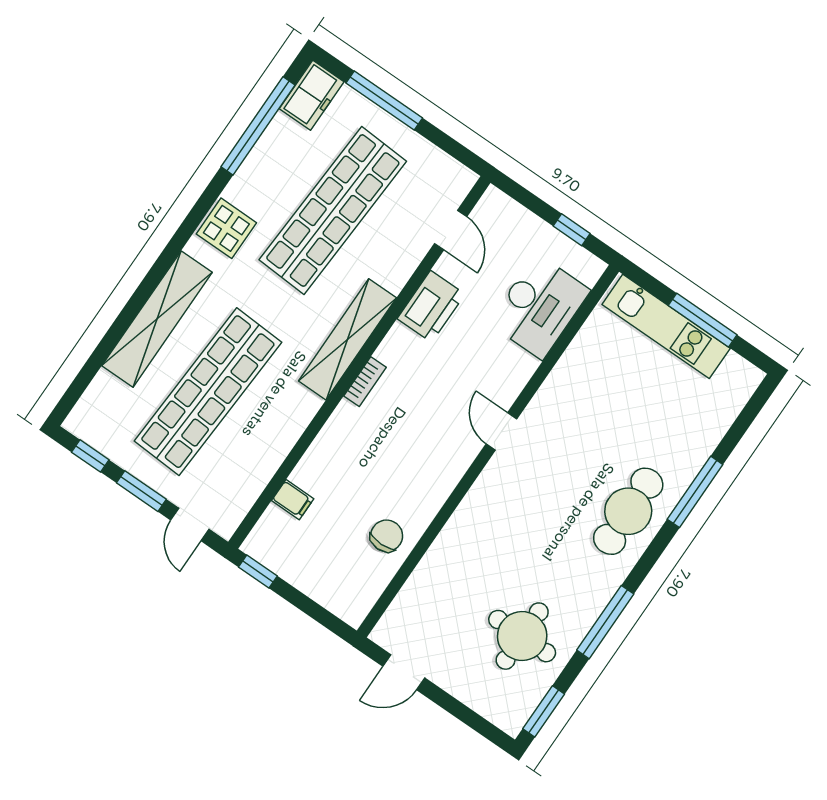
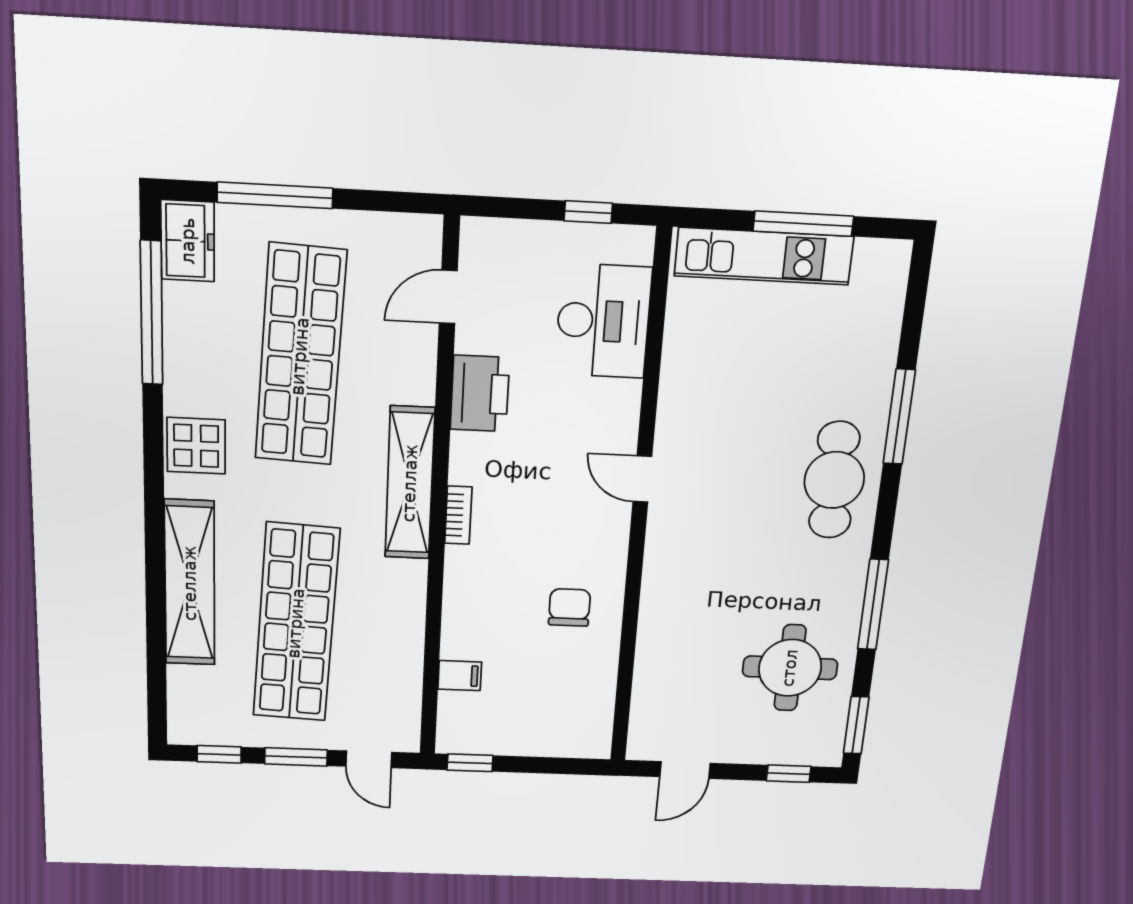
door: (451, 230) -> (448, 297), swing flipped
chair: (387, 536) -> (569, 607), moved
window: (475, 721) -> (789, 774), added

